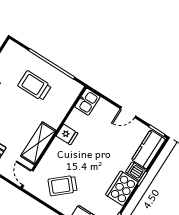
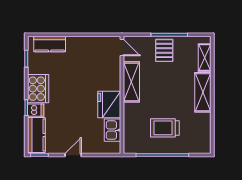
trolley: (35, 86) -> (165, 128), turned 180
kitchen sink: (87, 102) -> (112, 130), moved
fridge: (67, 135) -> (109, 104), width x1.88, depth x1.34
trolley: (62, 186) -> (89, 60), removed

